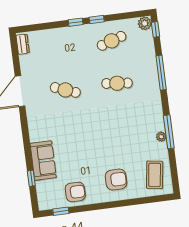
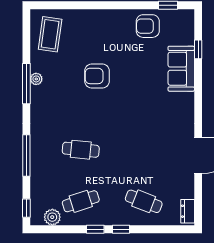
plant: (145, 23) -> (52, 217), moved
cafe table: (65, 90) -> (144, 201), moved
armchair: (116, 180) -> (97, 76), moved

